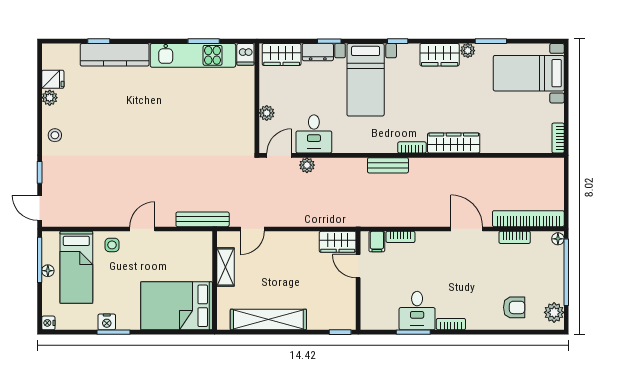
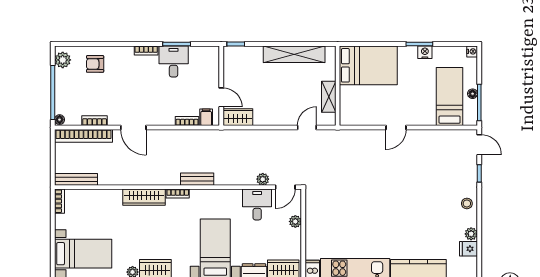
bench: (203, 219) -> (76, 179), moved
side table: (112, 245) -> (421, 115), removed

